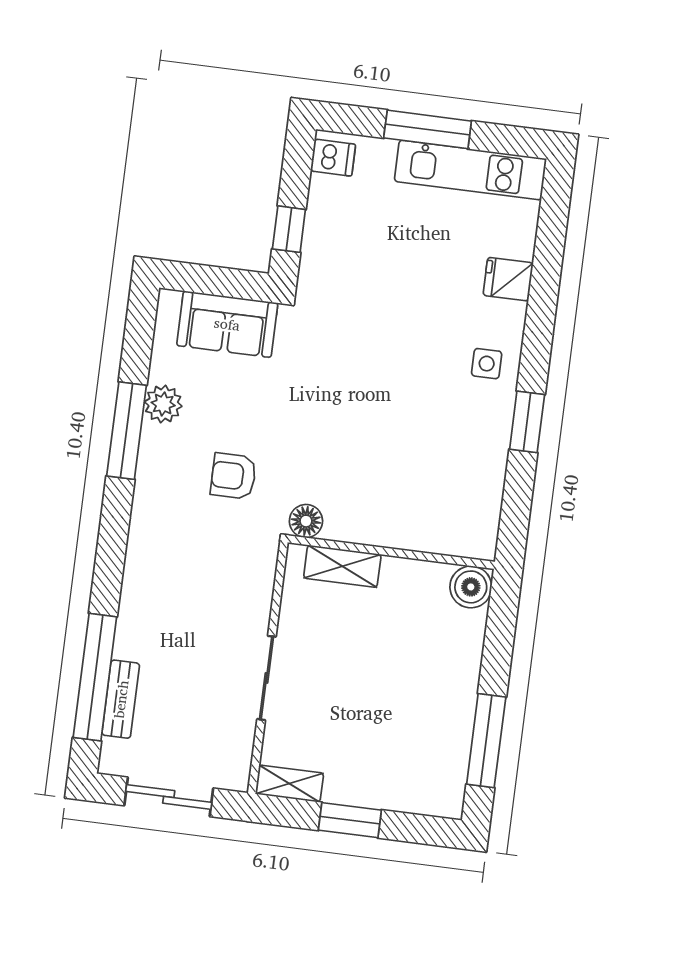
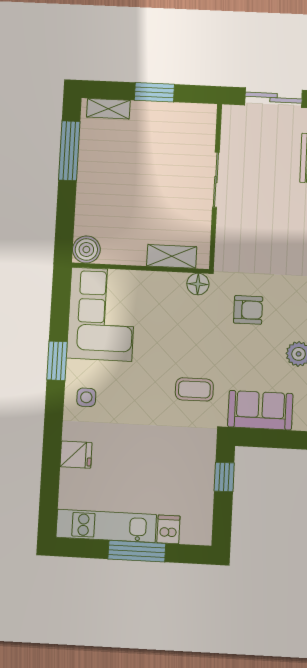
dishwasher: (333, 158) -> (168, 529), moved, turned 90
coffee table: (323, 363) -> (194, 389), added
corner sofa: (455, 487) -> (101, 314), added
shelving: (289, 784) -> (108, 109), moved

